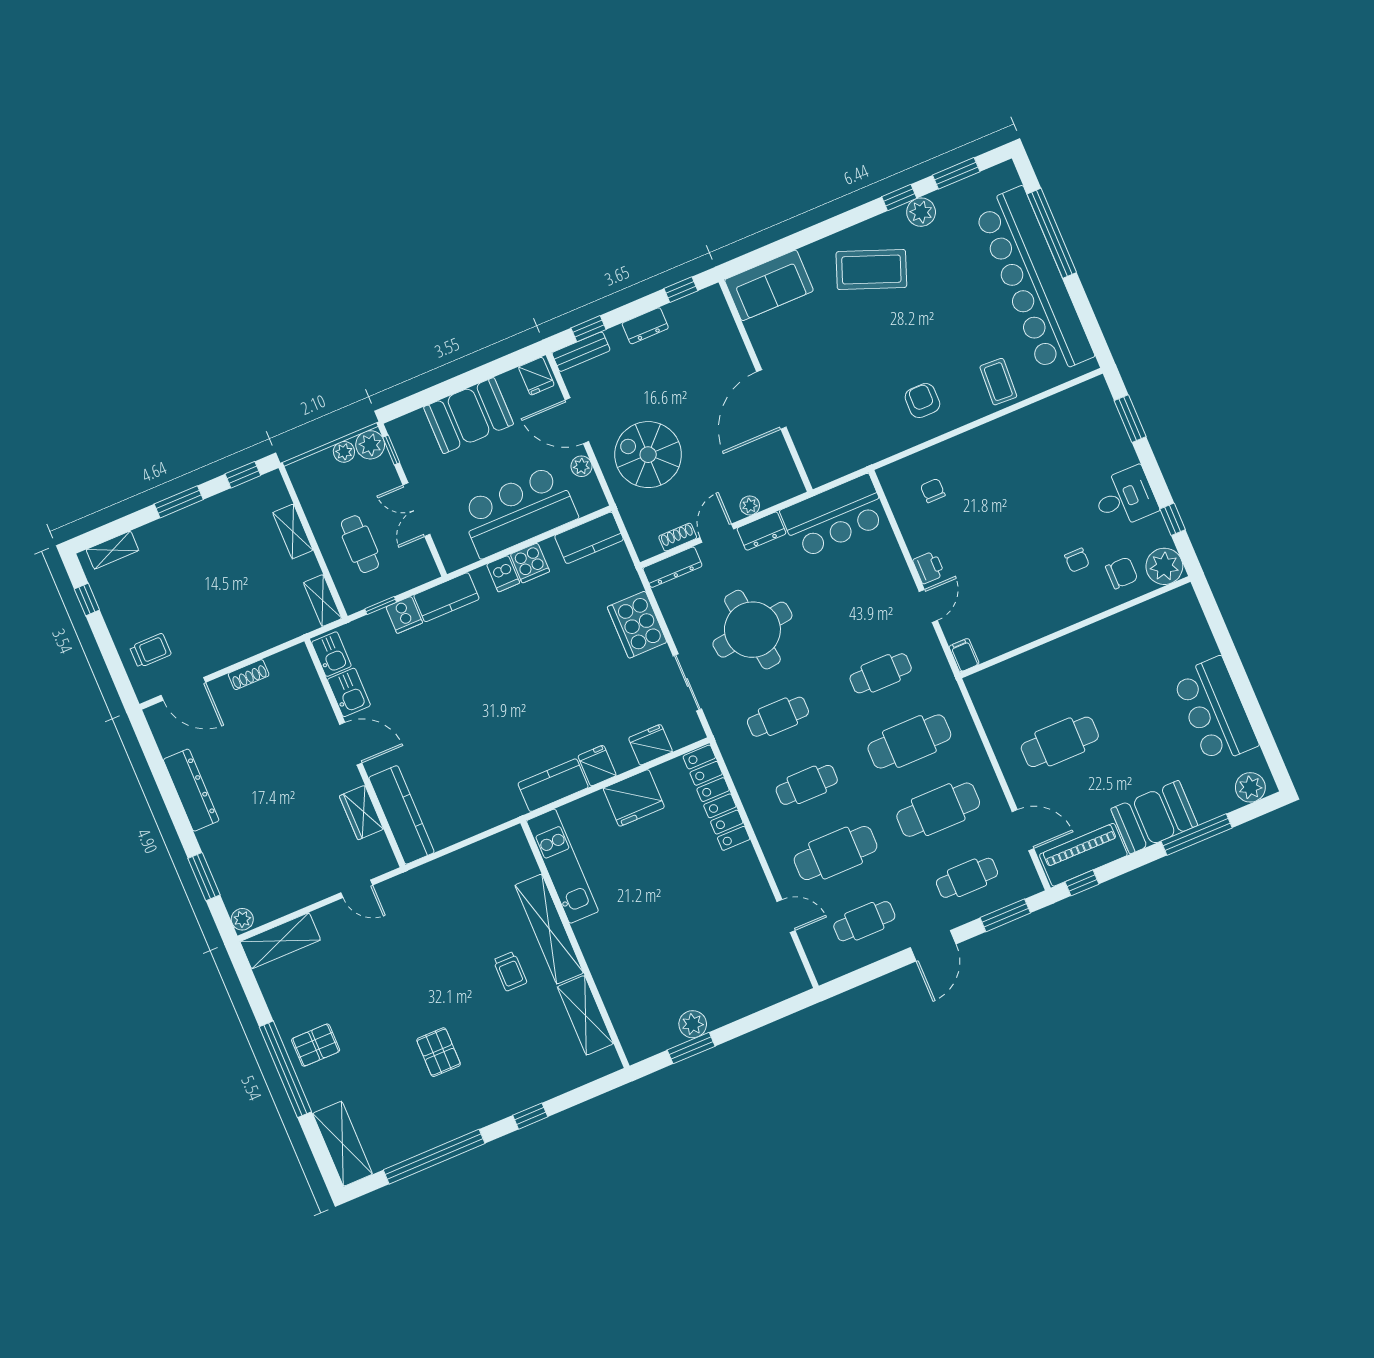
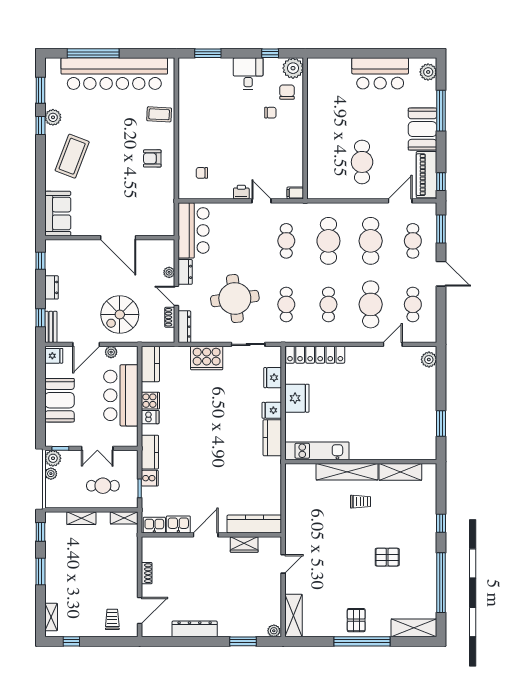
plant: (693, 1024) -> (429, 360), moved

